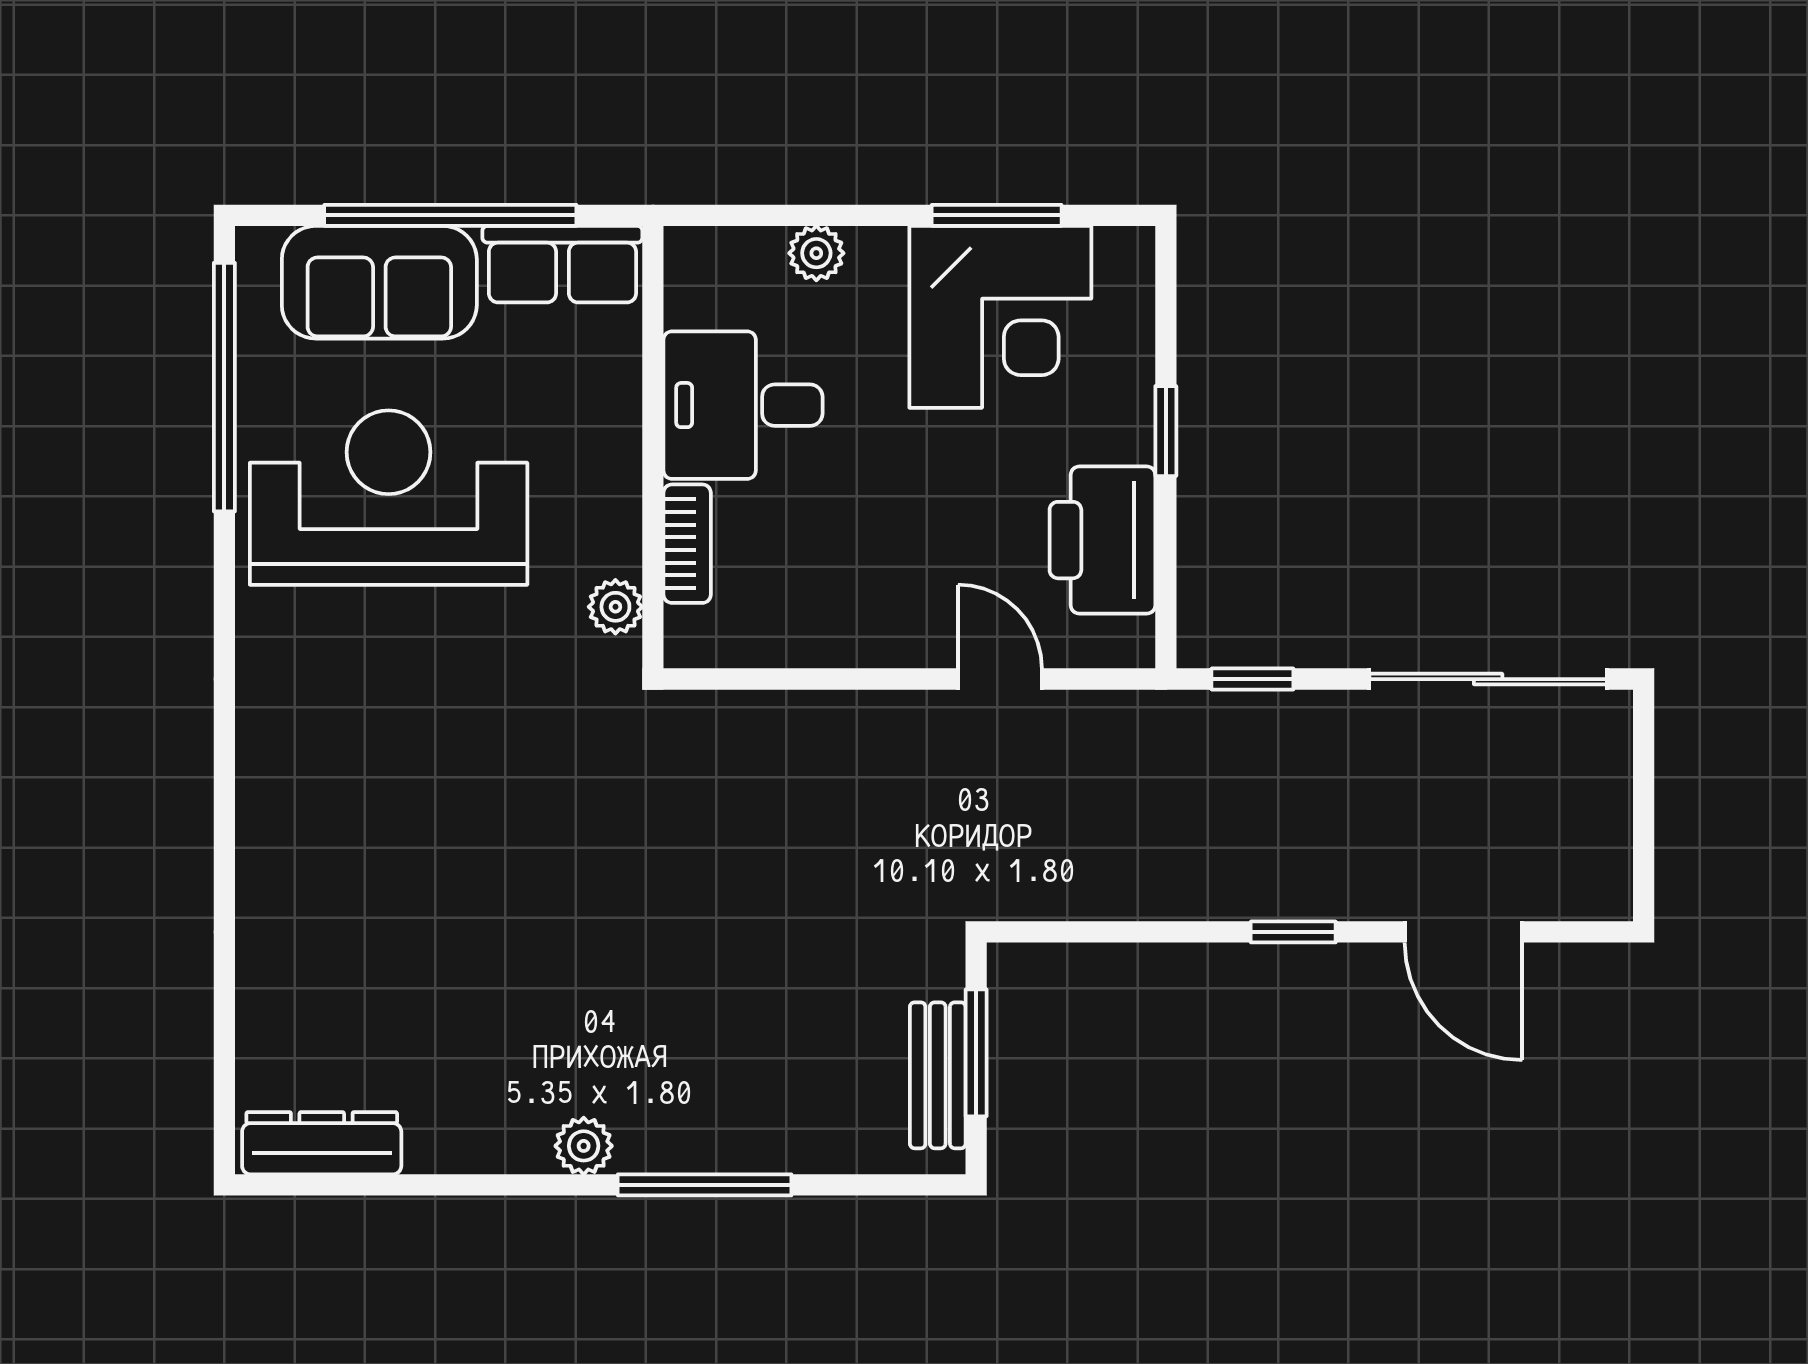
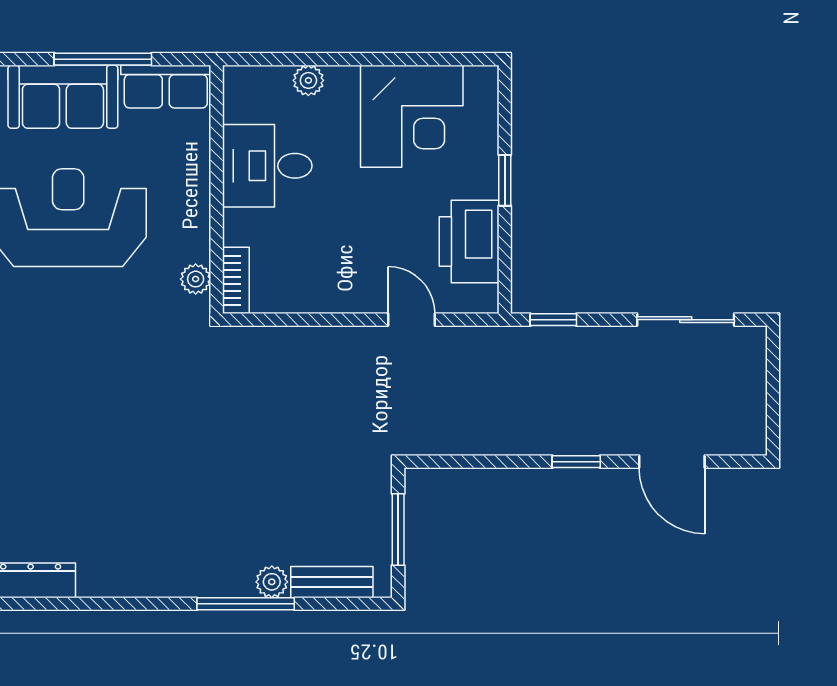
window: (450, 215) -> (103, 59), width x0.68
window: (997, 215) -> (410, 59), removed
bookcase: (687, 544) -> (236, 280), moved
sliding door: (1488, 679) -> (686, 320), width x0.73
bench: (938, 1075) -> (332, 582), moved, turned 90
plant: (584, 1146) -> (272, 582), moved

